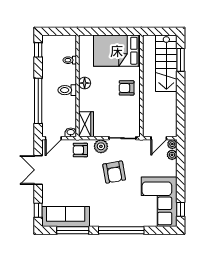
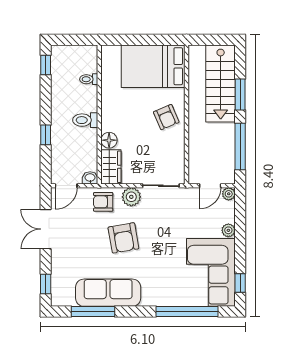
window: (181, 60) -> (240, 94), moved
floor lamp: (85, 83) -> (109, 140), moved
armchair: (127, 88) -> (166, 117), turned -113
window: (38, 101) -> (46, 135), width x0.32
window: (181, 109) -> (240, 147), added
plant: (172, 155) -> (228, 230), moved
armchair: (114, 172) -> (123, 238), moved
sofa: (66, 217) -> (108, 293), moved
window: (121, 230) -> (187, 311), moved

